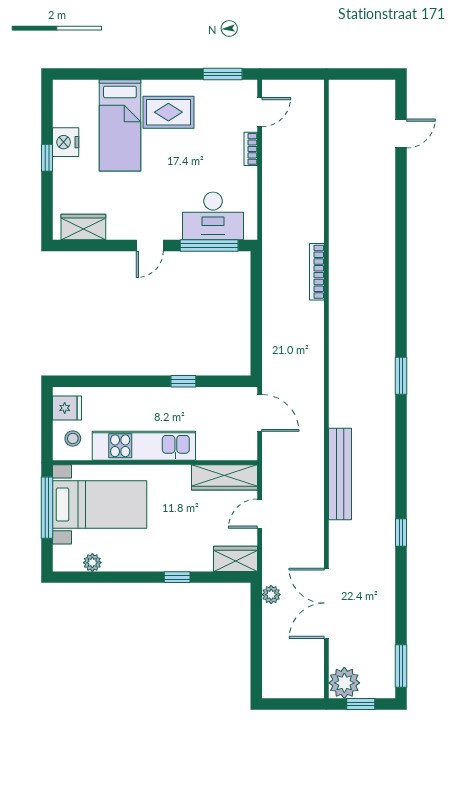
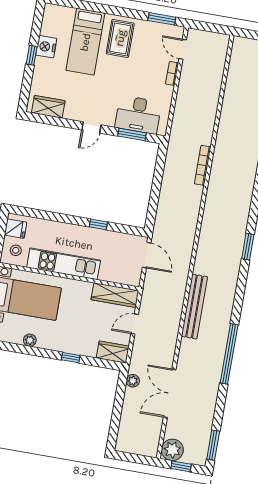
rug: (168, 112) -> (120, 38), turned 90
door: (260, 112) -> (183, 49), swing flipped
window: (209, 245) -> (132, 134), width x0.69
window: (401, 533) -> (229, 354), width x3.17
plant: (92, 563) -> (30, 340), moved

